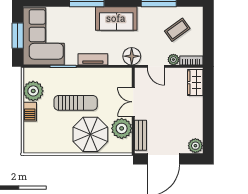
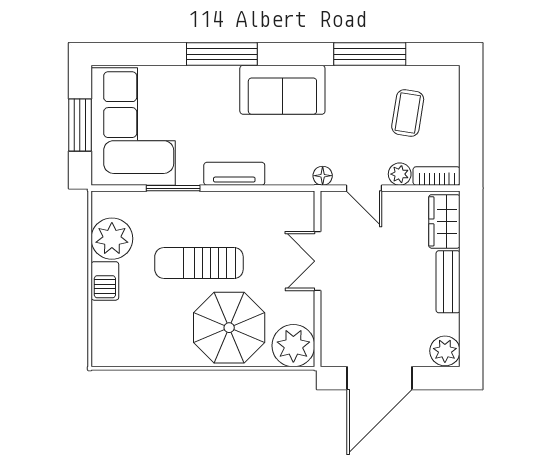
coffee table: (177, 30) -> (408, 113), turned -45
floor lamp: (132, 56) -> (323, 176), width x0.53, depth x0.53
sun lounger: (76, 103) -> (199, 263), turned 180
plant: (122, 128) -> (293, 346), moved
bench: (141, 135) -> (448, 282), moved

